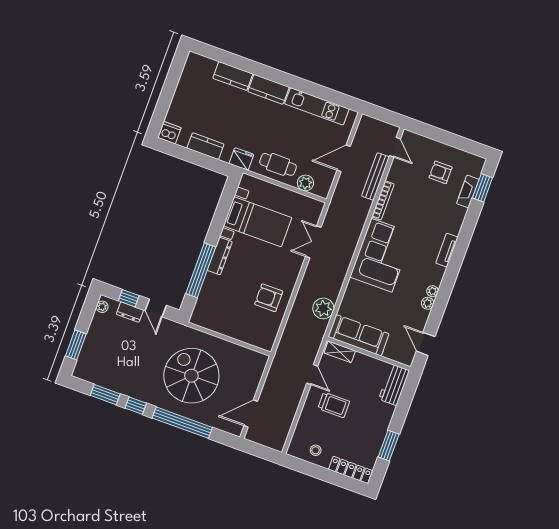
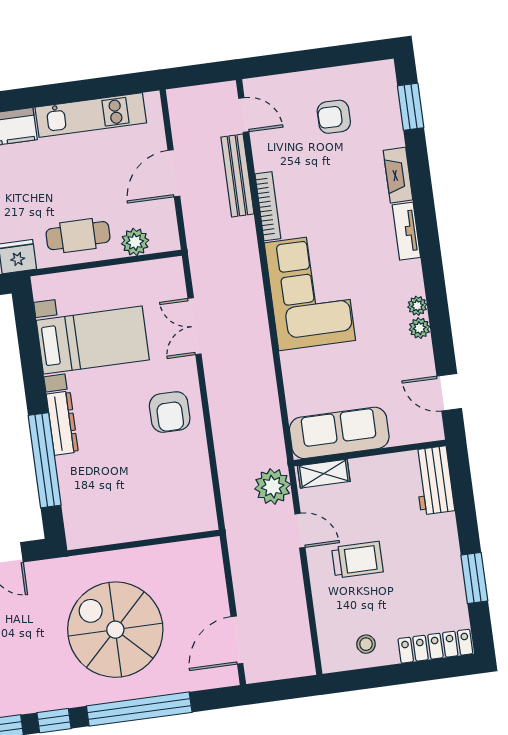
fireplace: (468, 191) -> (398, 175), moved
armchair: (269, 298) -> (170, 412), moved, turned -90
plant: (323, 308) -> (273, 487), moved

